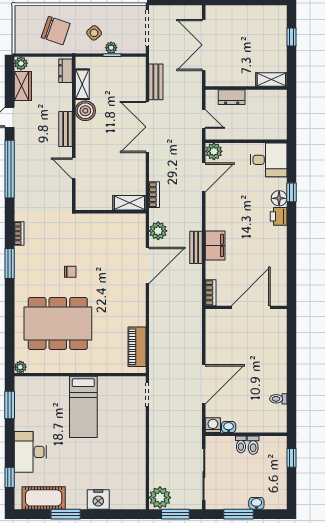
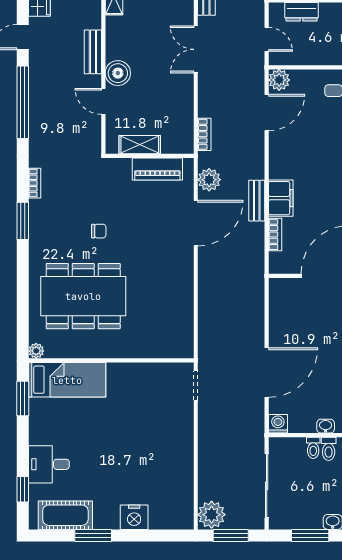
boiler: (85, 111) -> (118, 73), moved
double door: (147, 127) -> (196, 49), width x0.73
shelving: (129, 203) -> (140, 145), moved
bookcase: (211, 293) -> (275, 234), moved
piano: (137, 347) -> (157, 169), moved, turned -90
bed: (83, 407) -> (67, 380), moved, turned -90
washbasin: (229, 427) -> (326, 426), moved
desk: (30, 452) -> (49, 464), width x0.73

